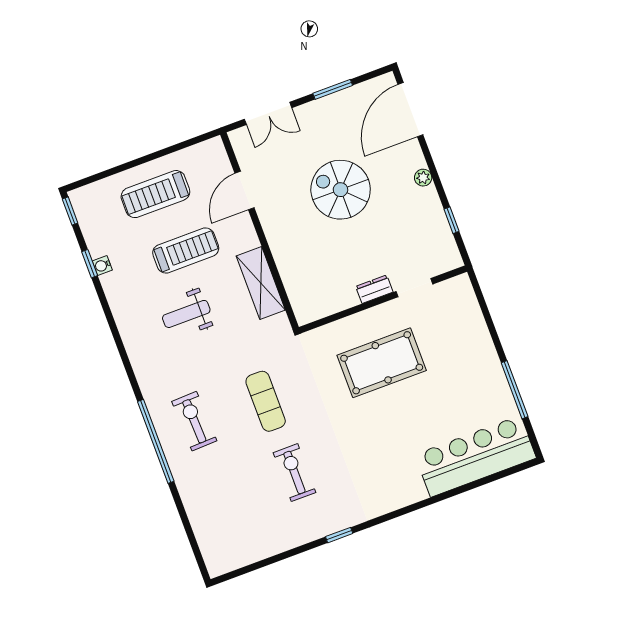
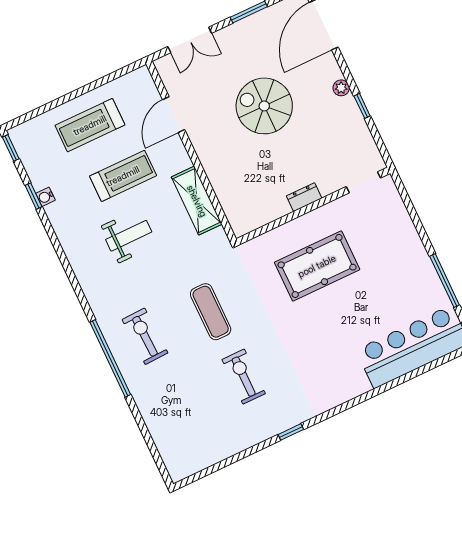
window: (452, 220) -> (362, 106), moved
doorway: (414, 288) -> (363, 182), moved
weight bench: (186, 314) -> (129, 236), turned 180

